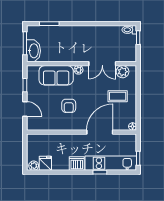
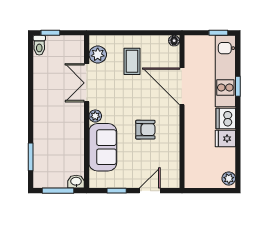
washbasin: (33, 51) -> (76, 182), width x0.52, depth x0.69
double door: (102, 64) -> (87, 83), swing flipped
fridge: (45, 163) -> (225, 139), moved

